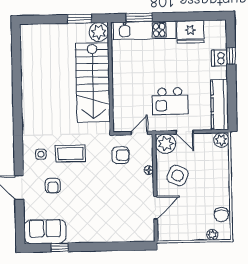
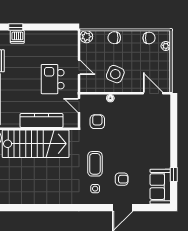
kitchen island: (170, 101) -> (53, 79), turned 180
kitchen counter: (220, 105) -> (42, 120), moved, turned 180
door: (185, 132) -> (79, 67), hinge flipped
plant: (166, 144) -> (88, 84), removed
chair: (221, 173) -> (114, 38), added
door: (155, 208) -> (153, 93), moved

